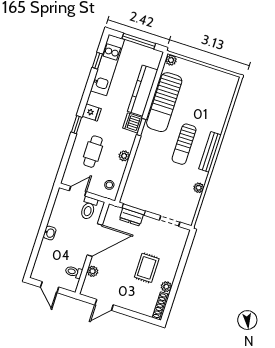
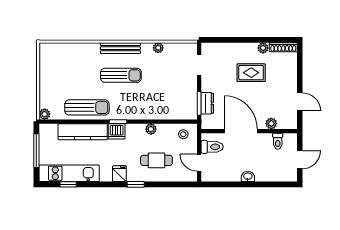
sun lounger: (164, 102) -> (87, 107), width x0.73, depth x0.75

